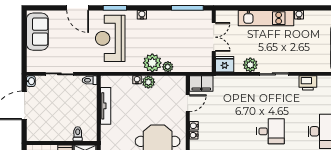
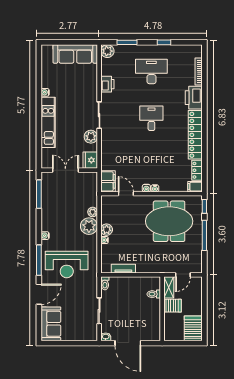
window: (115, 8) -> (39, 260), width x1.44
sofa: (37, 32) -> (51, 324), moved, turned 90
tv unit: (106, 106) -> (123, 269), width x0.71

